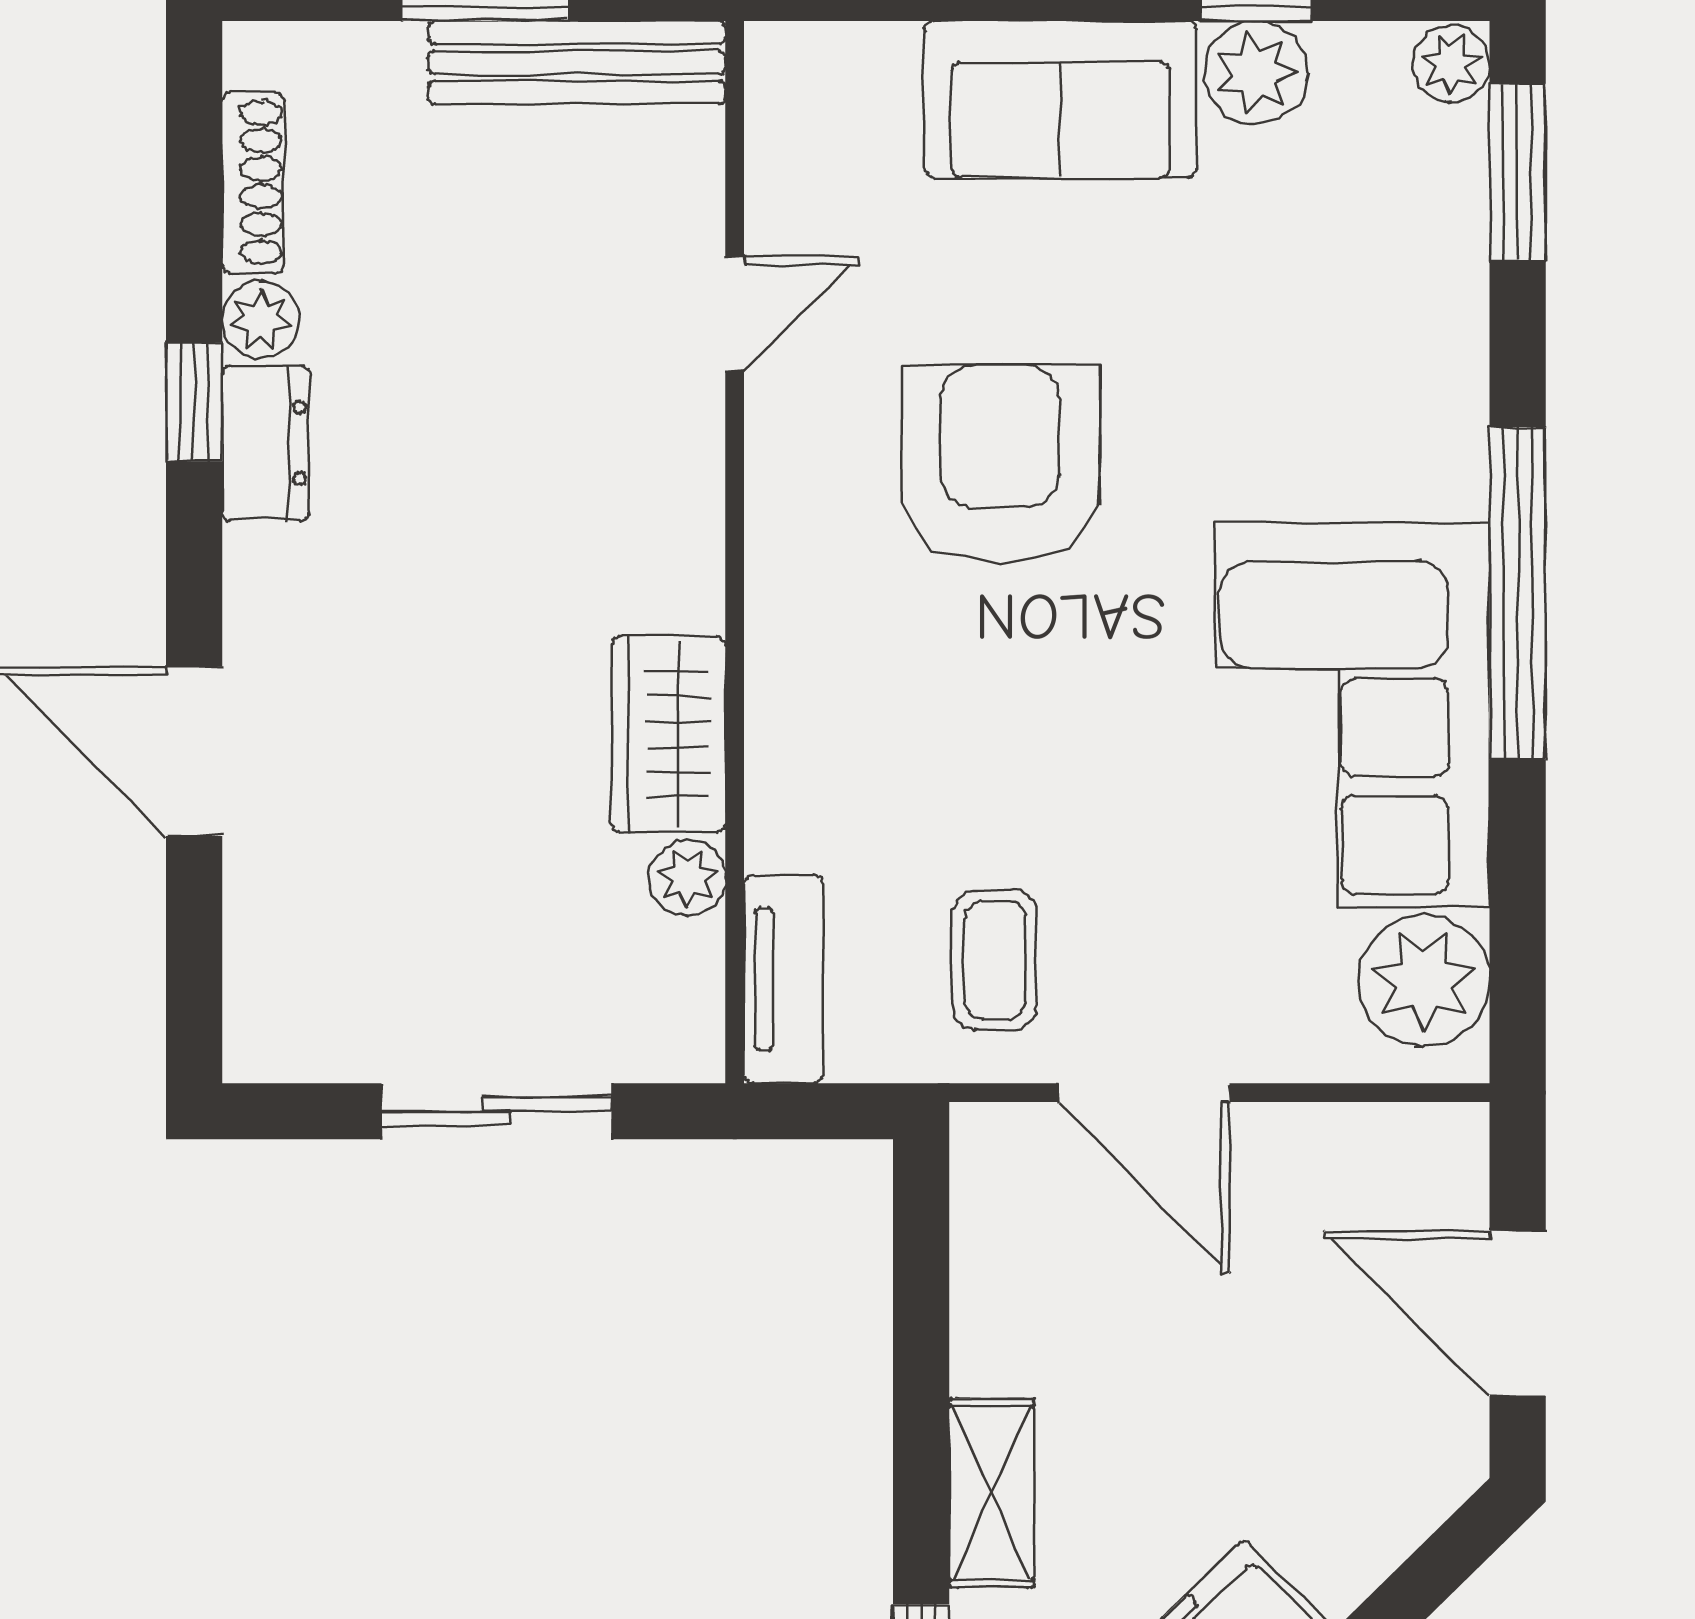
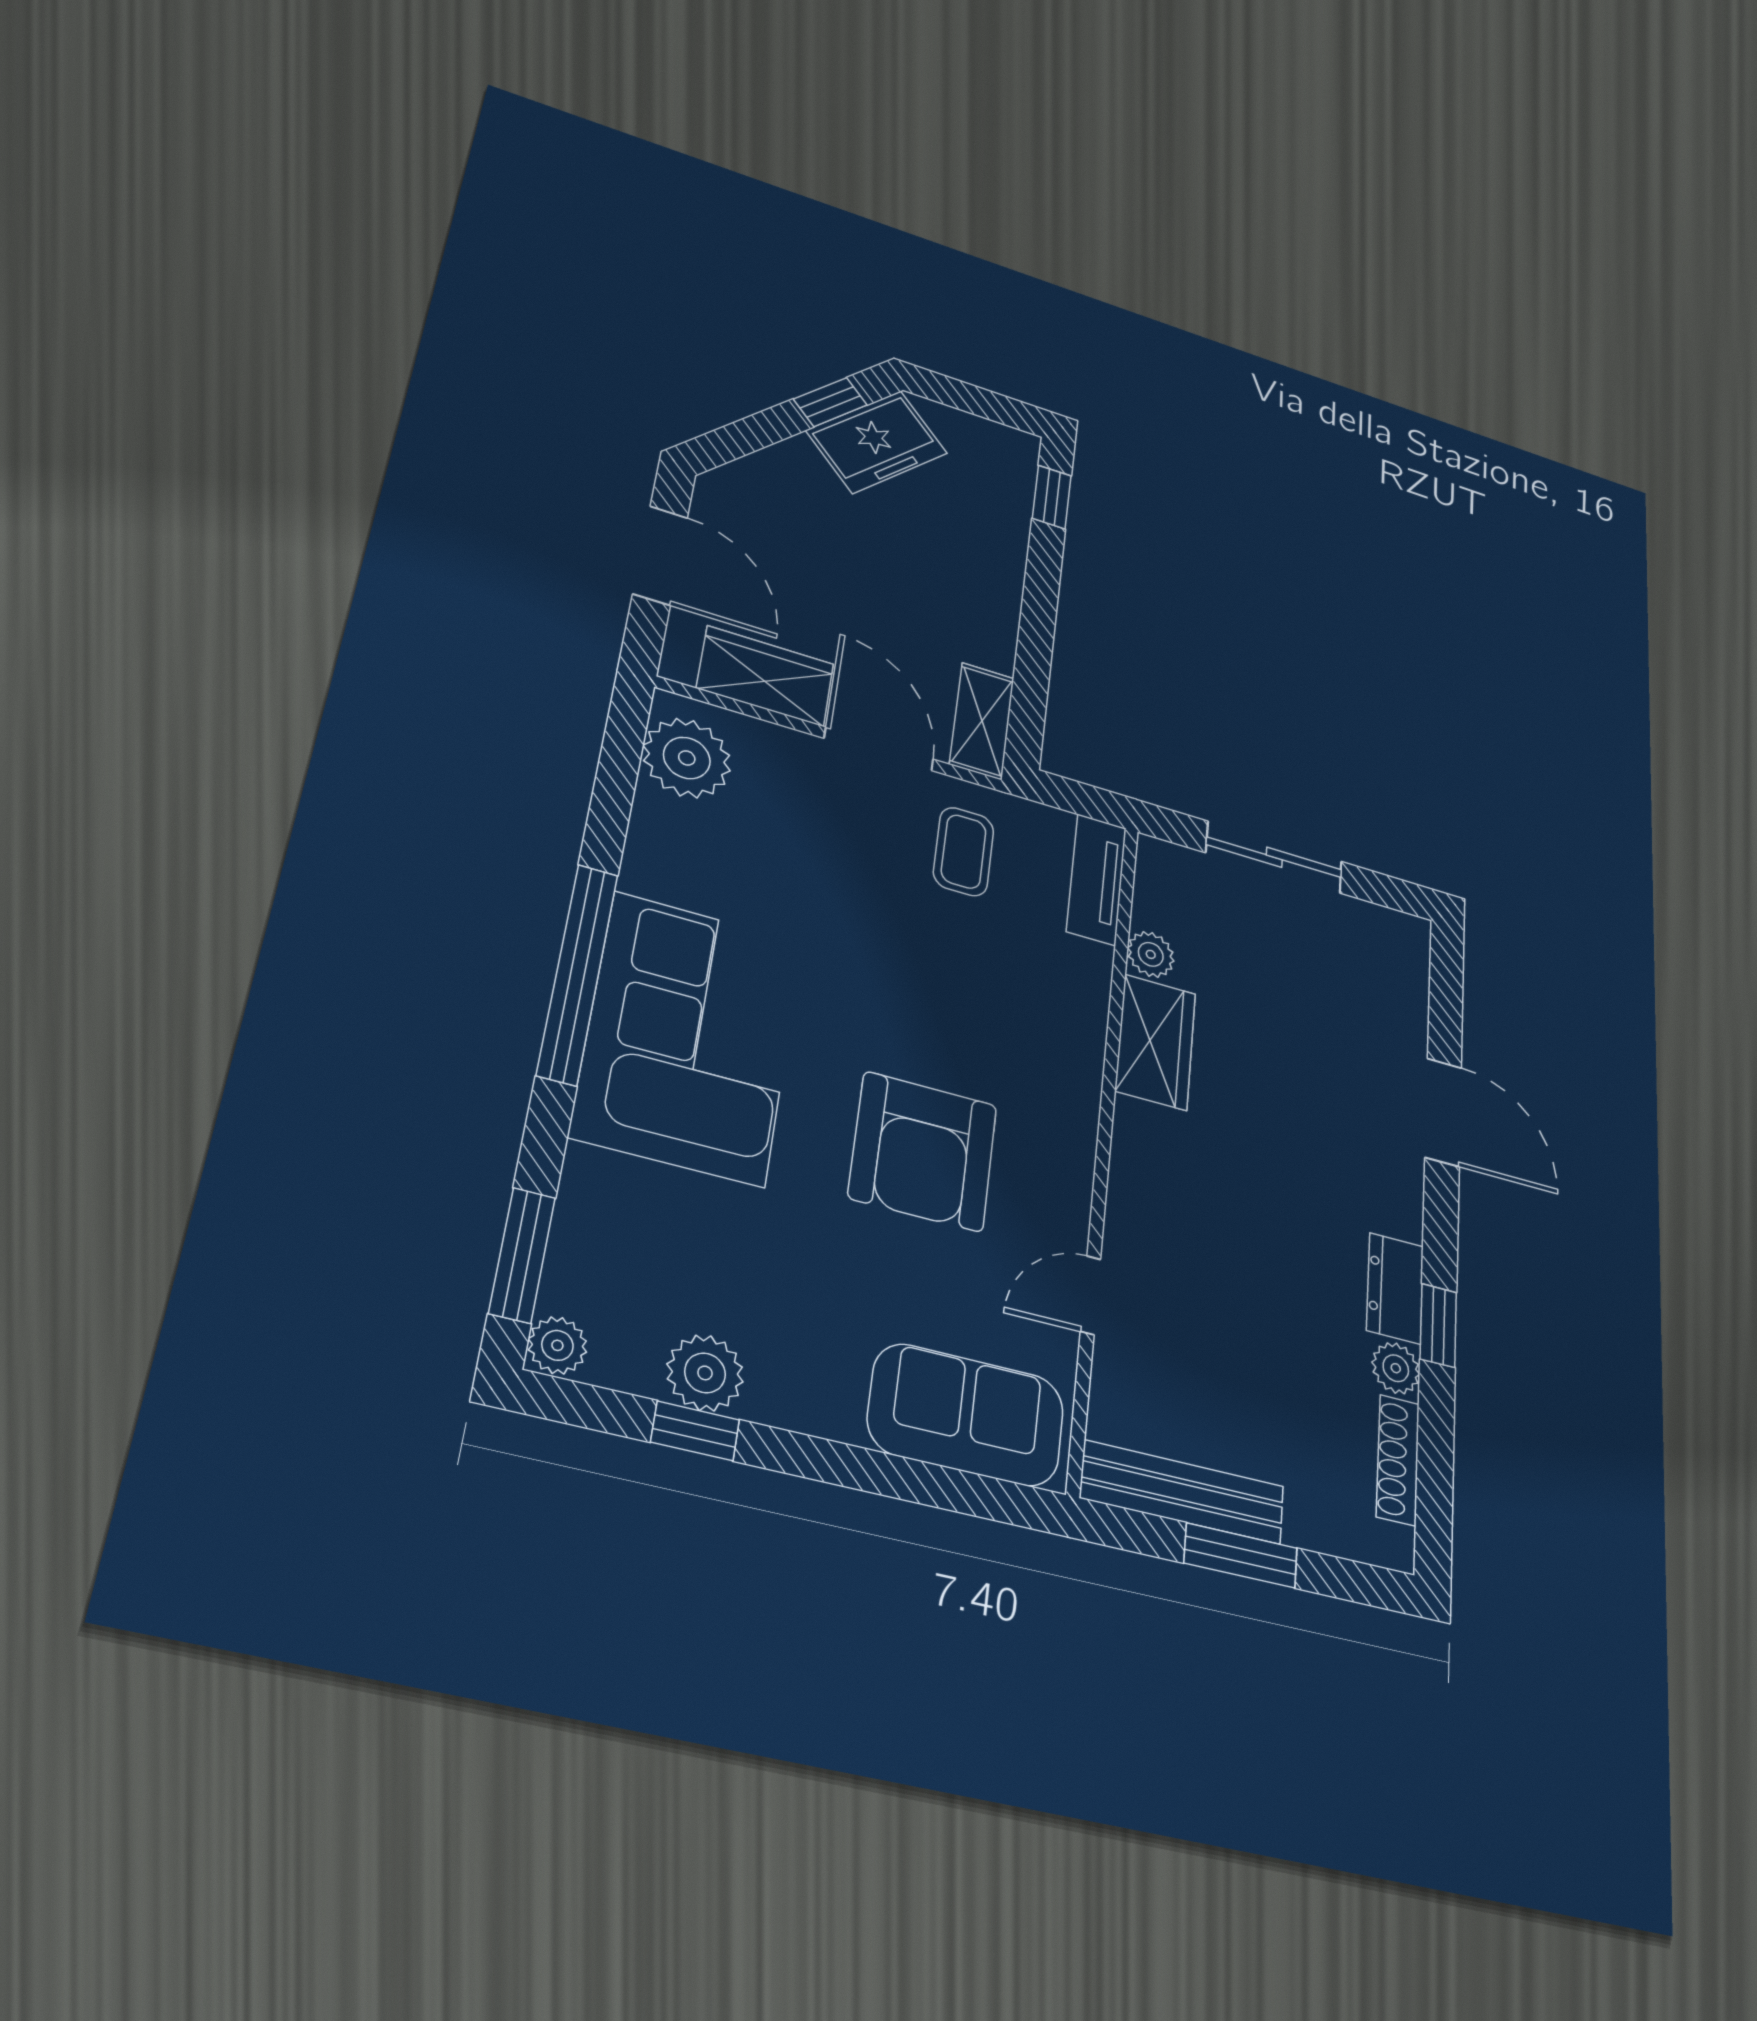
sofa: (1061, 99) -> (966, 1415), moved
corner sofa: (1352, 715) -> (688, 1037), moved
wardrobe: (1331, 1159) -> (765, 676), added
shelving: (991, 1493) -> (982, 721), moved

